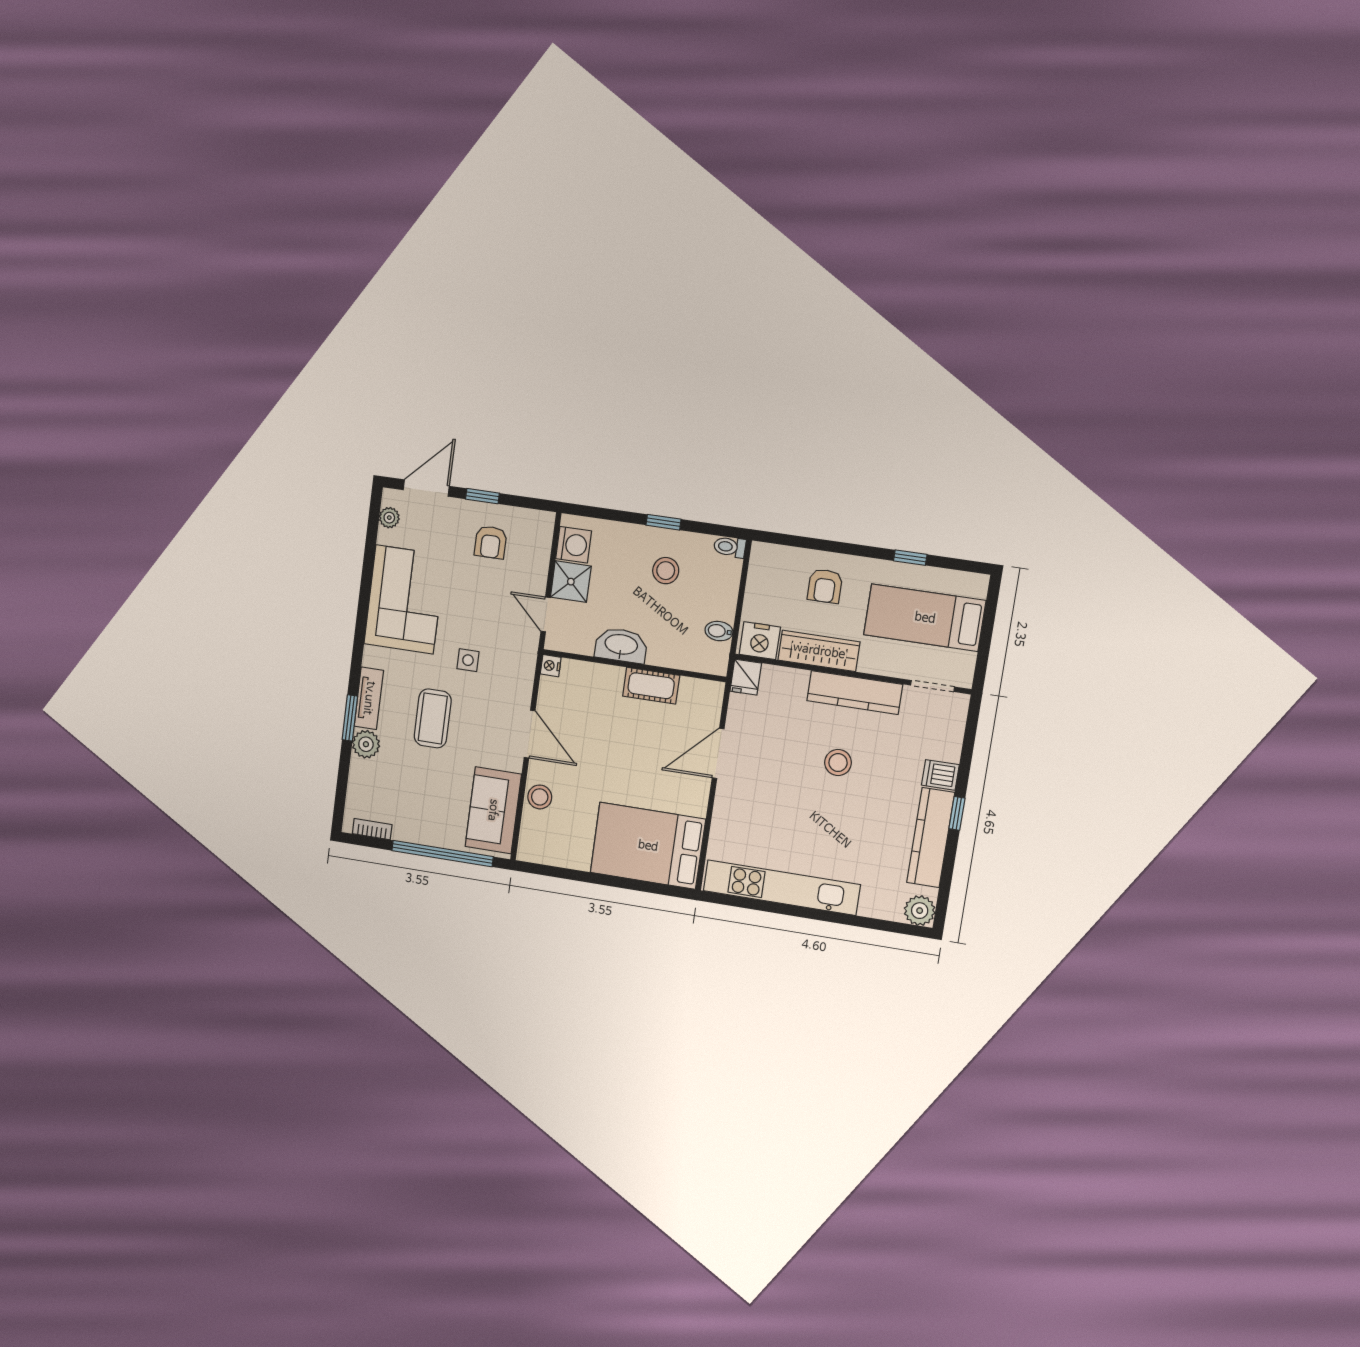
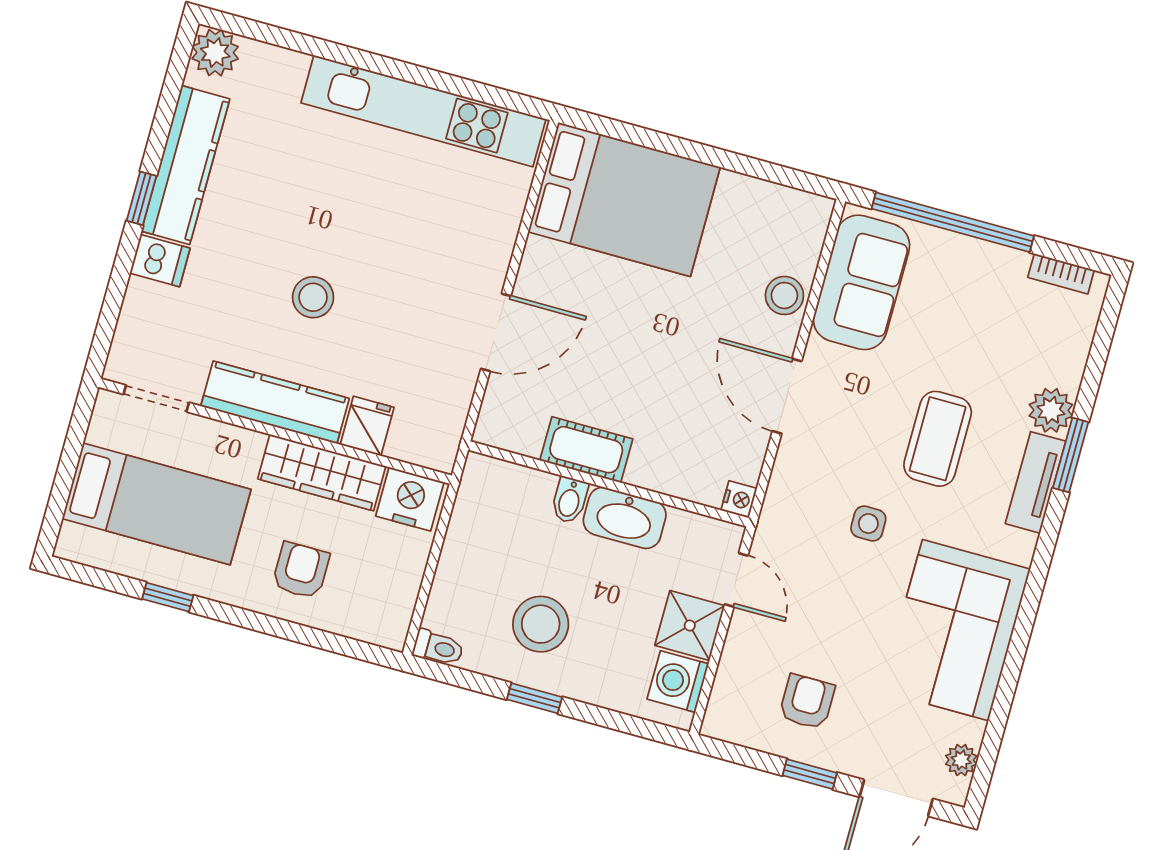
stool: (666, 571) -> (541, 624), width x1.38, depth x1.38
bidet: (719, 631) -> (570, 500), moved, turned 90
fridge: (746, 677) -> (367, 426), moved

